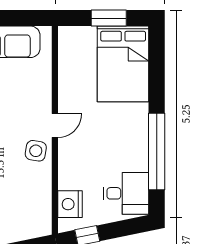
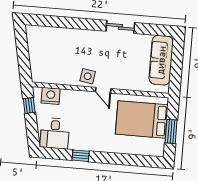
bed: (123, 64) -> (142, 119), moved
window: (157, 152) -> (81, 156), width x0.32

